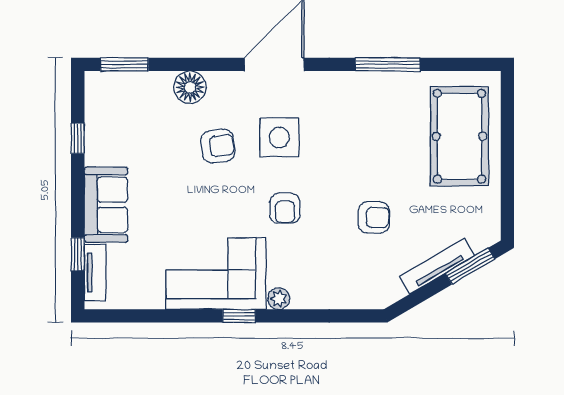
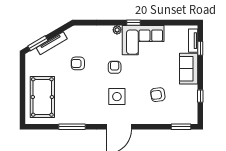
floor lamp: (190, 87) -> (154, 117), removed
armchair: (218, 146) -> (158, 95), moved

